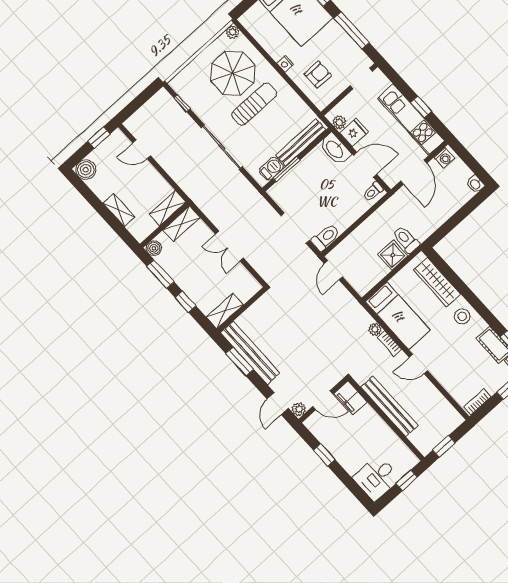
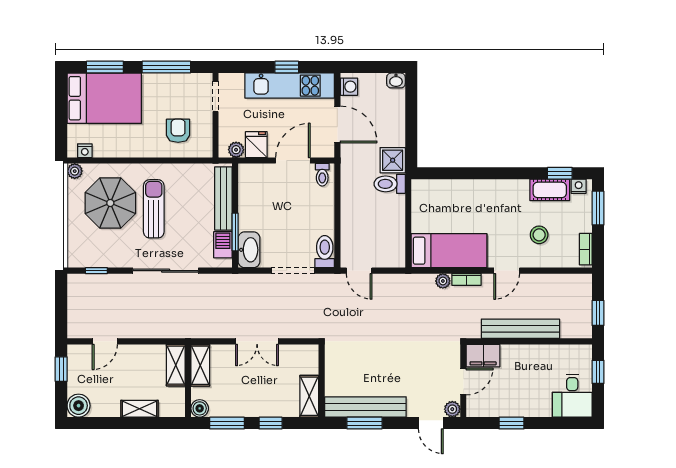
nightstand: (285, 64) -> (85, 151), moved
washbasin: (335, 149) -> (249, 250), moved, turned -90
shower: (393, 255) -> (393, 160), moved
wardrobe: (437, 282) -> (451, 190), removed
stool: (462, 316) -> (539, 235), moved

